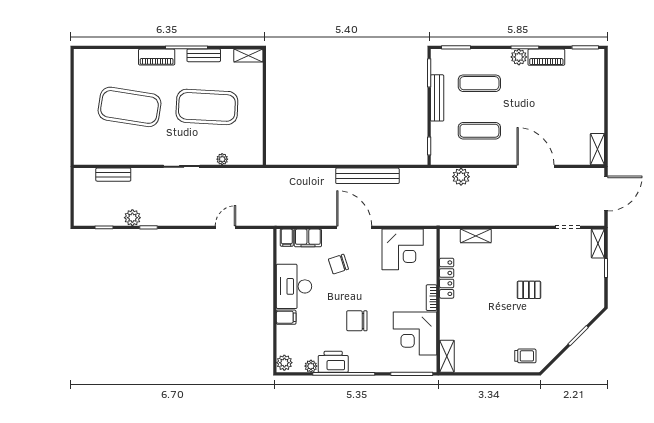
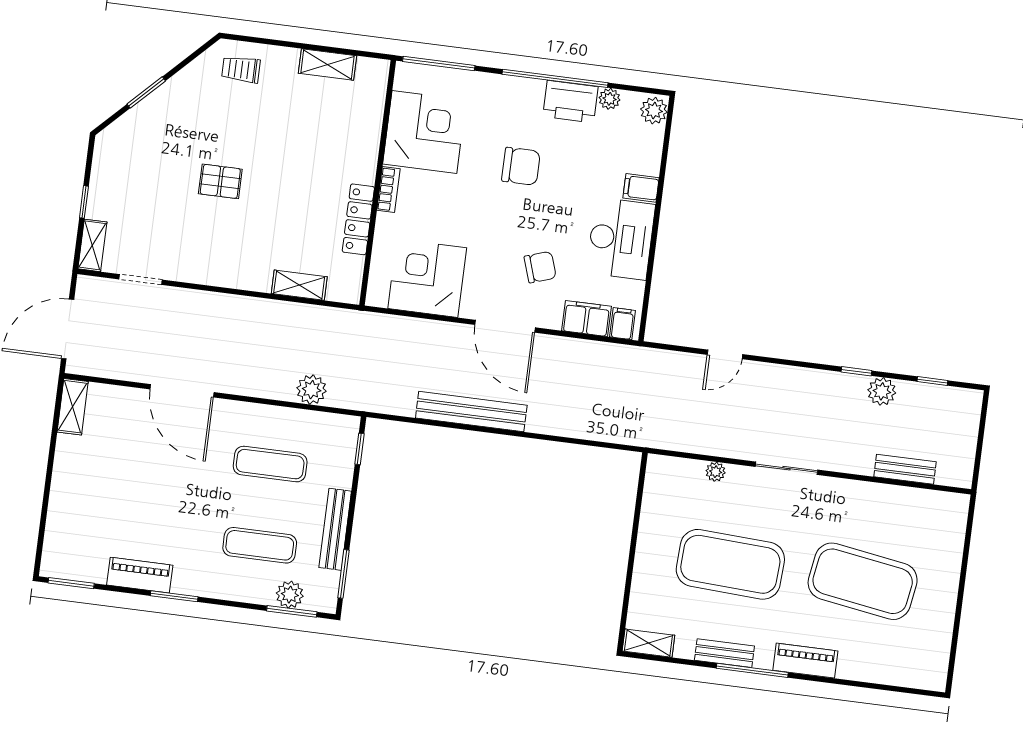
plant: (519, 57) -> (290, 595), moved
shelving: (447, 356) -> (328, 65), moved, turned 90

